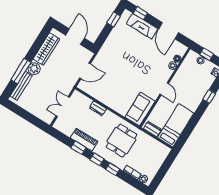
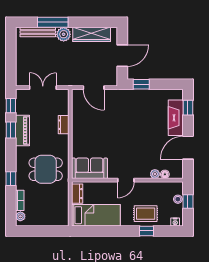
window: (114, 19) -> (141, 84), moved
rug: (197, 90) -> (146, 214), added
window: (97, 159) -> (11, 106), moved

